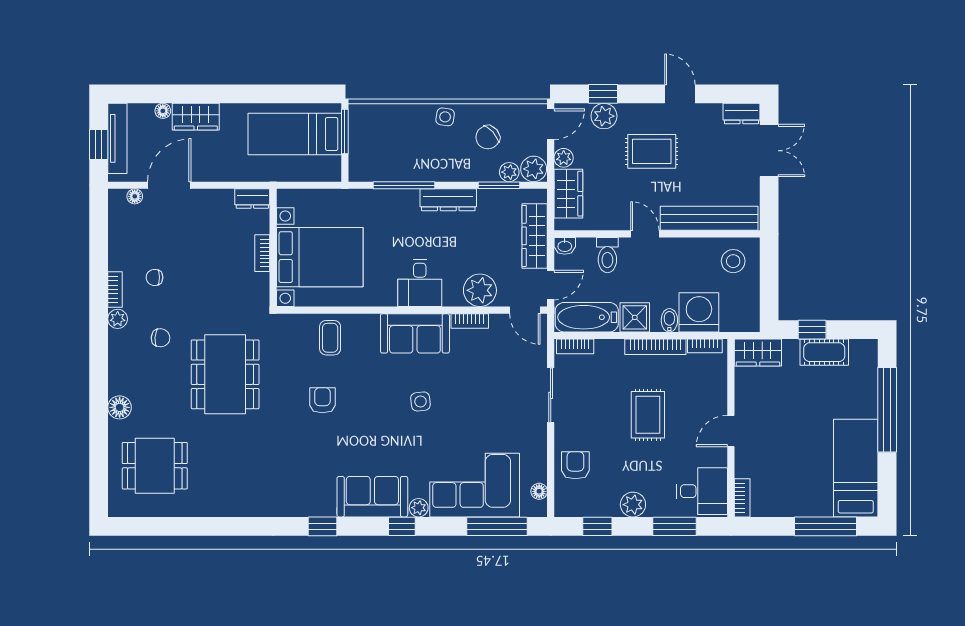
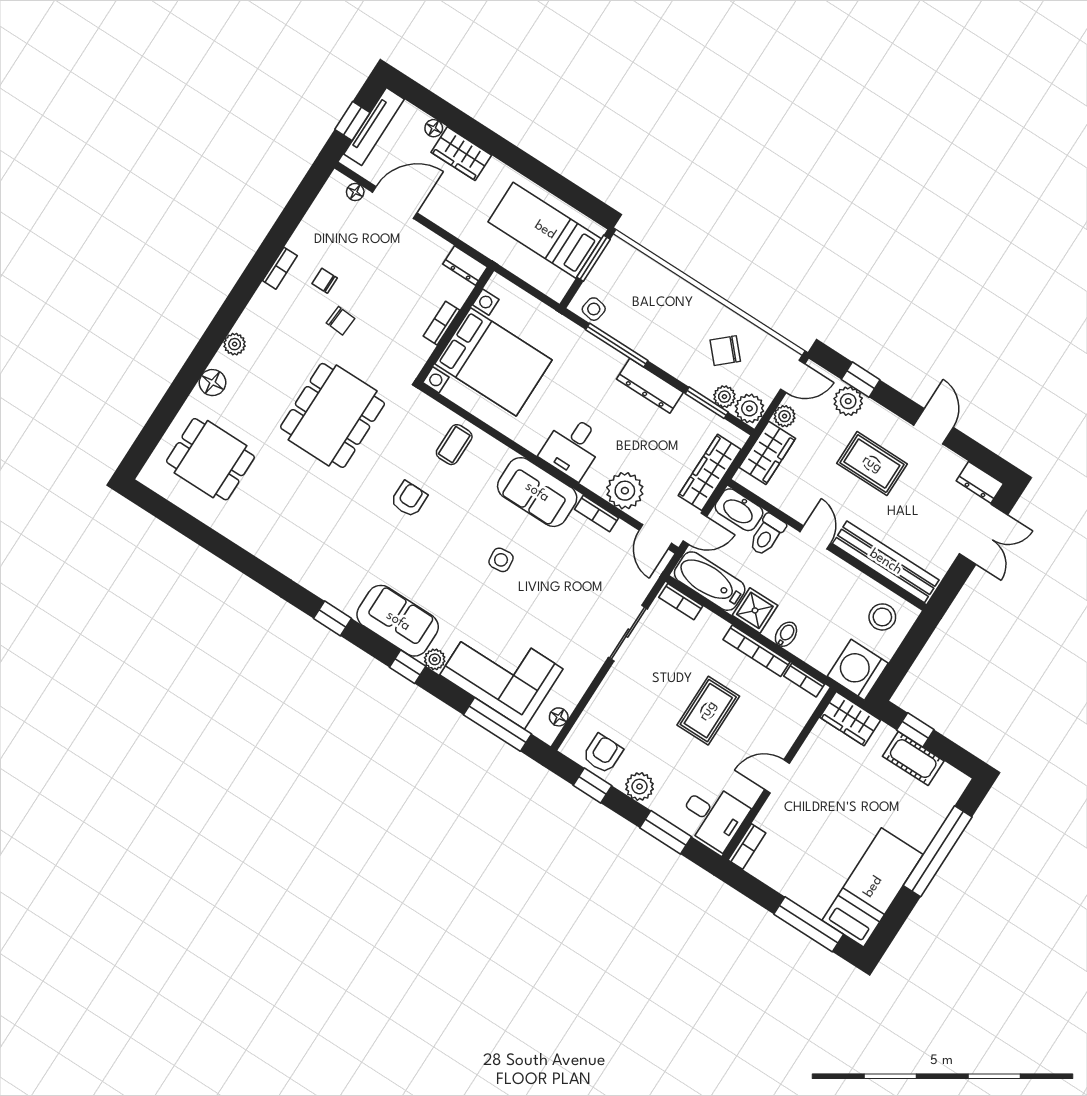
side table: (445, 117) -> (594, 309), moved
washbasin: (565, 246) -> (739, 510), width x1.91, depth x1.45
washing machine: (699, 312) -> (858, 670), moved, turned -90
plant: (118, 319) -> (235, 344), moved
chair: (161, 338) -> (340, 321), moved
armchair: (575, 465) -> (603, 754), moved

